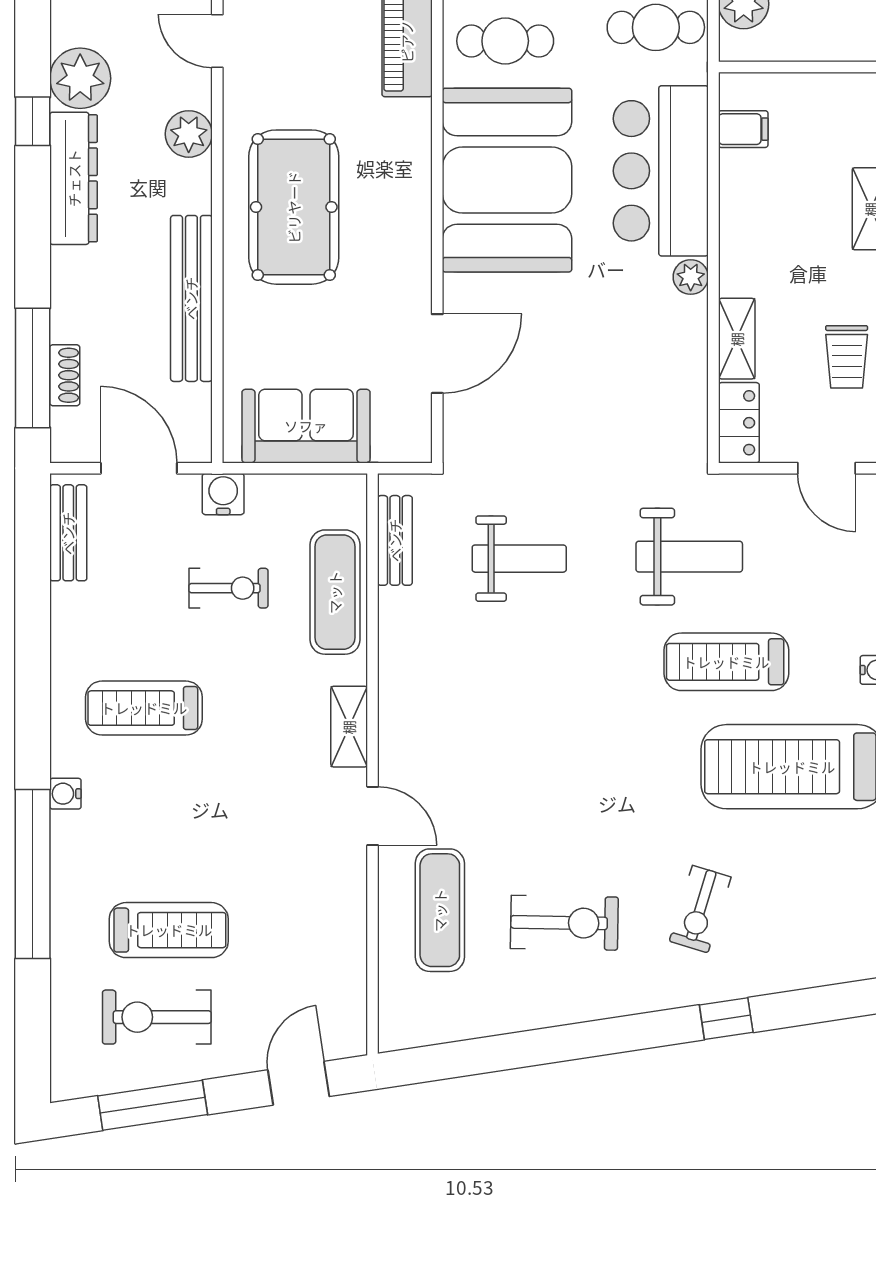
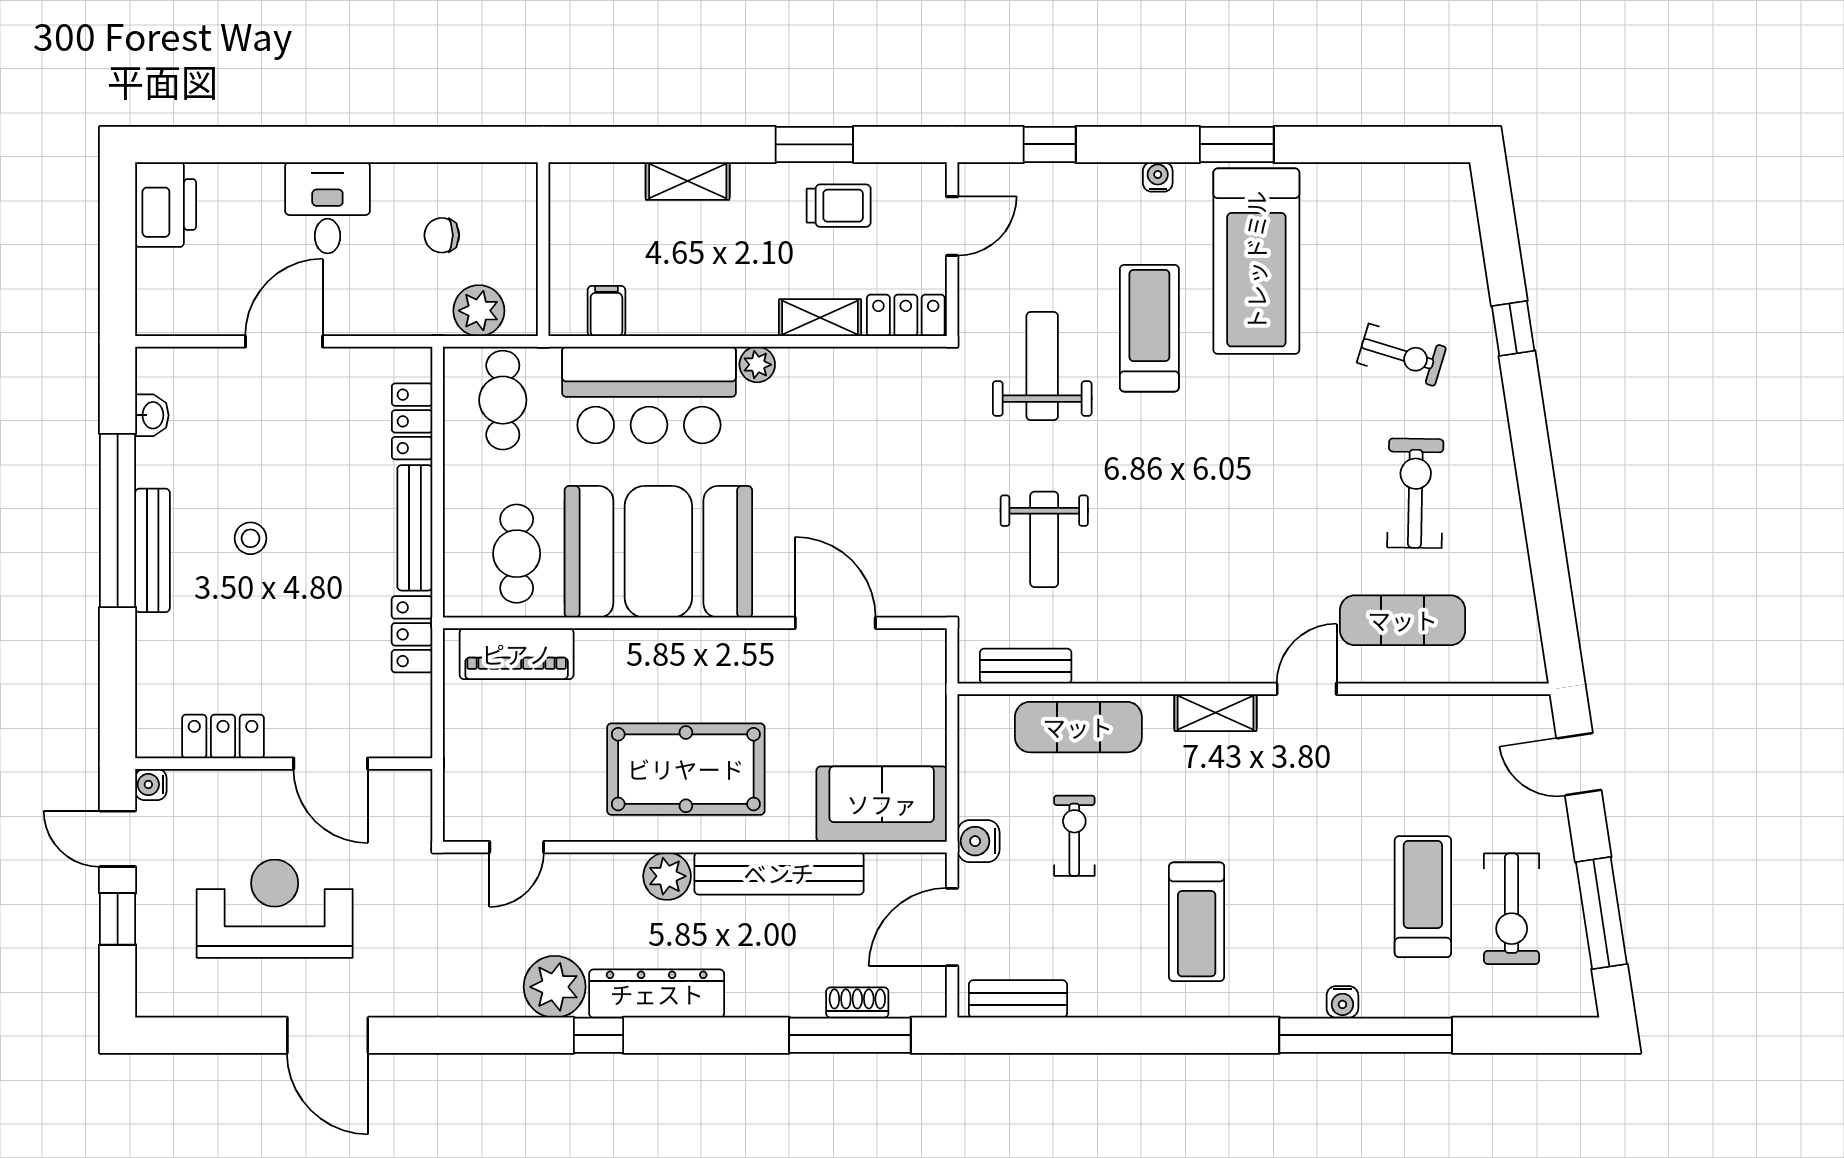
plant: (189, 134) -> (667, 876), moved
sofa: (306, 426) -> (882, 804), moved, turned 90
weight bench: (519, 559) -> (1044, 539), turned 180
treadmill: (726, 662) -> (1149, 328), turned 180
water cooler: (65, 794) -> (1342, 1002), moved

